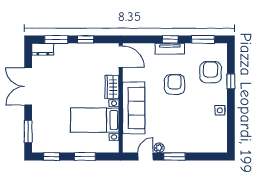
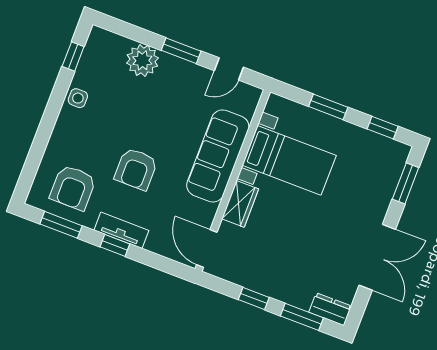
armchair: (211, 72) -> (73, 188), moved
window: (231, 81) -> (73, 57), moved
plant: (159, 148) -> (142, 60), moved, width x1.88, depth x1.88

